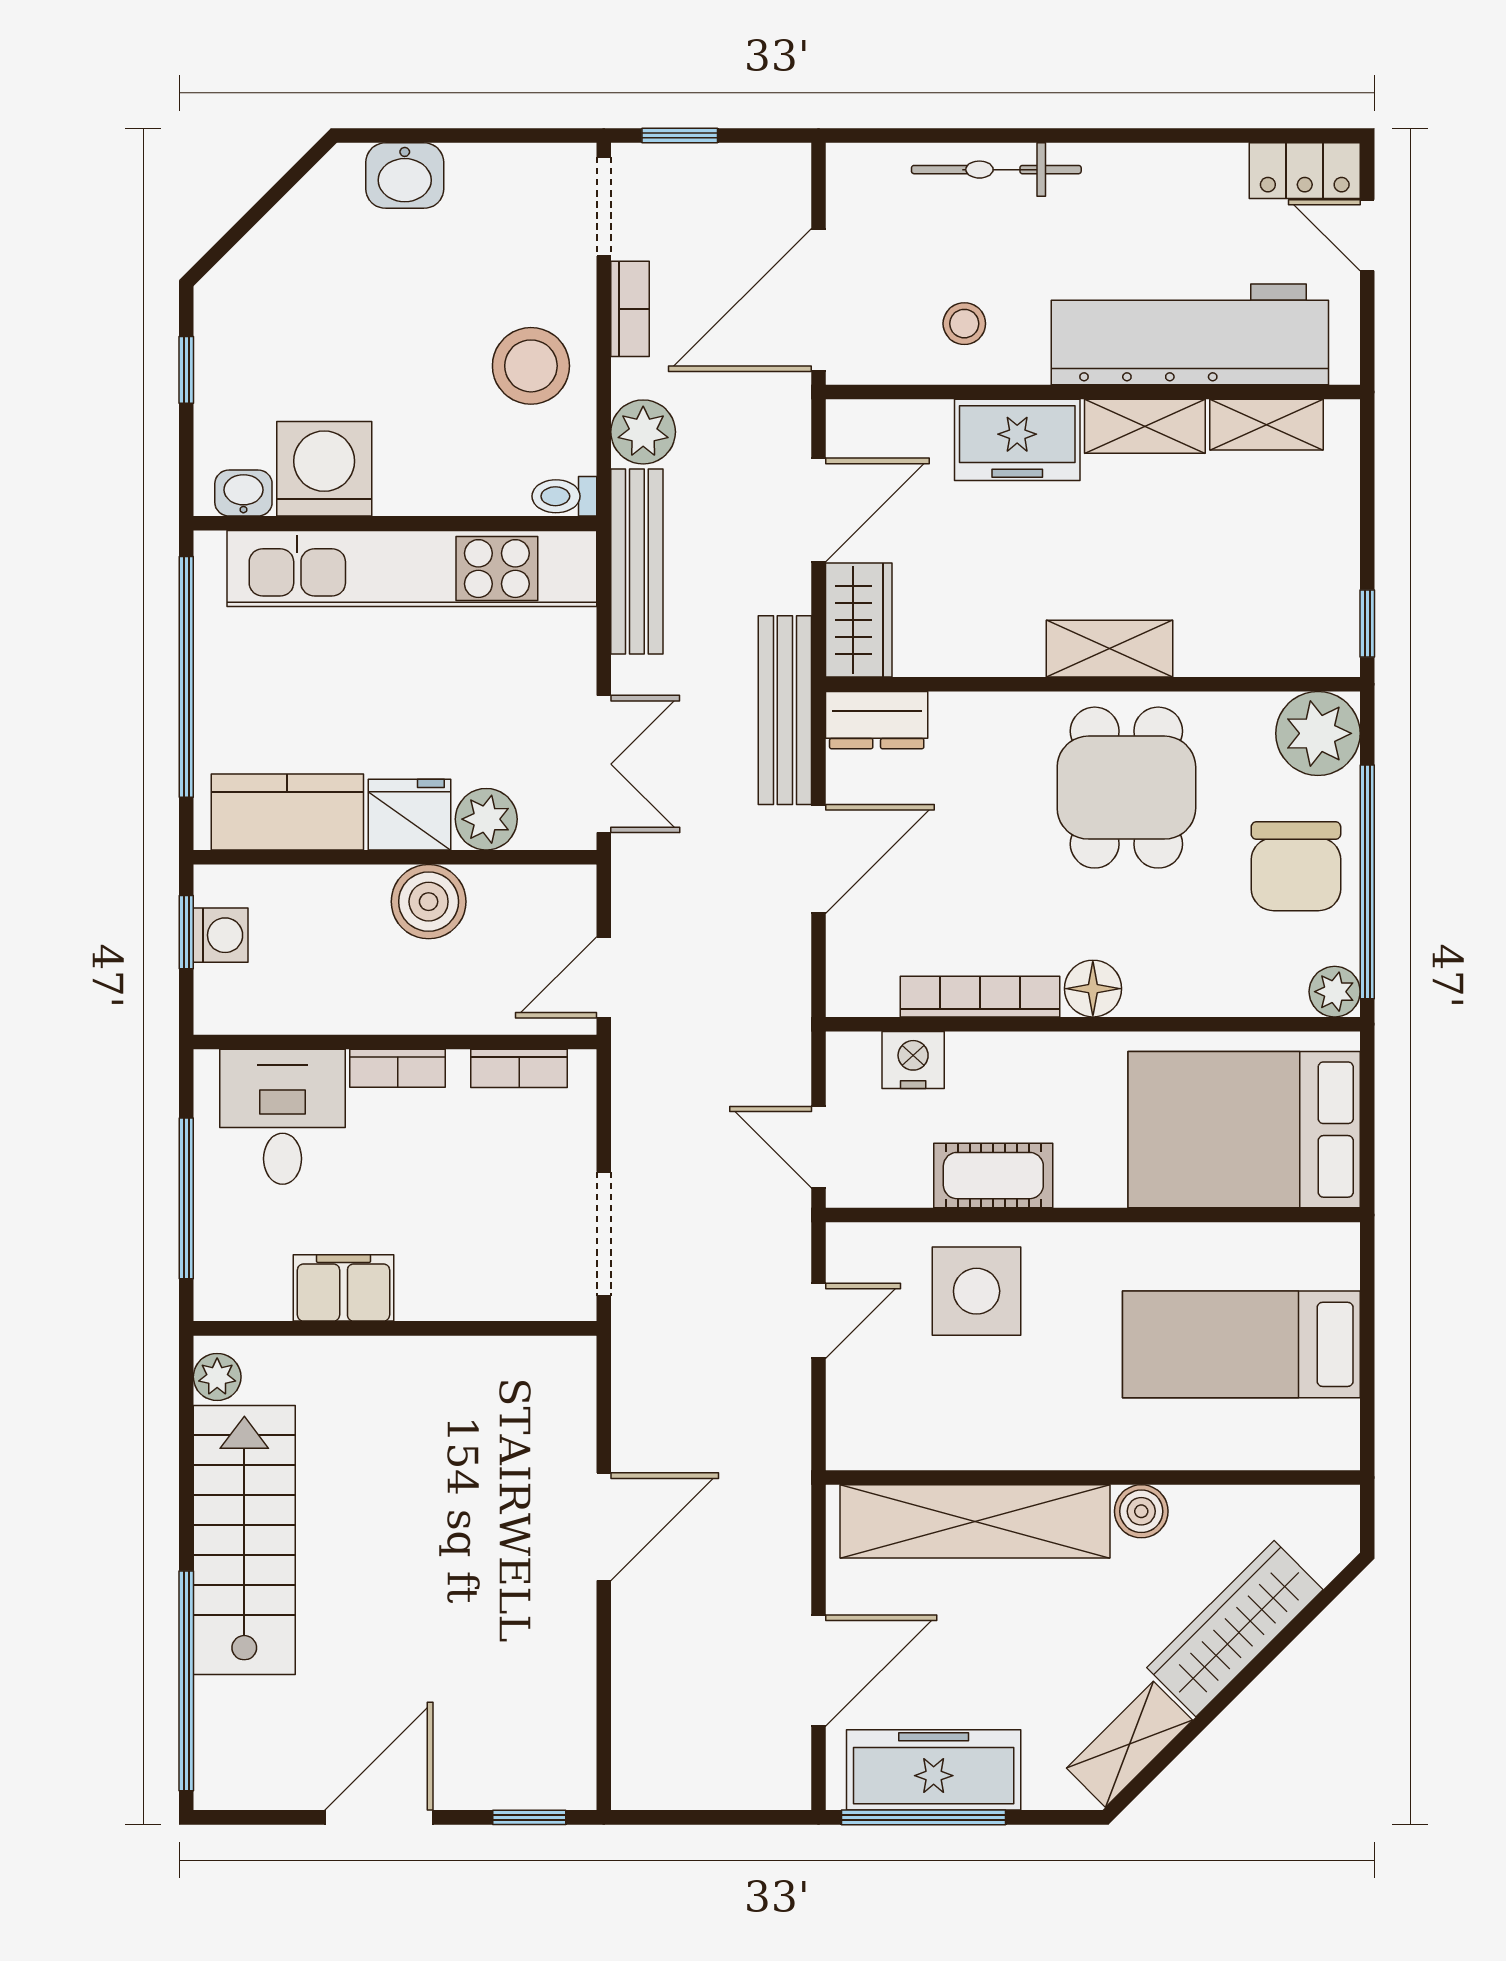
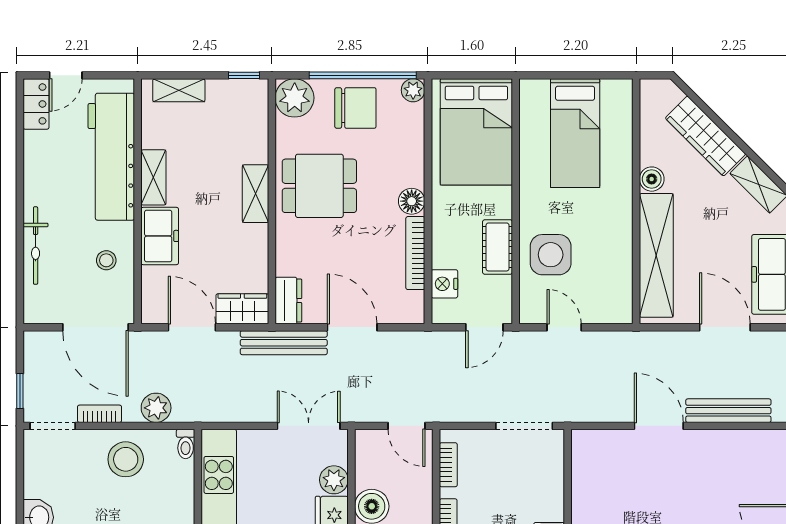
shelving: (1266, 425) -> (179, 90), moved, turned 90
bench: (637, 561) -> (728, 411), moved

